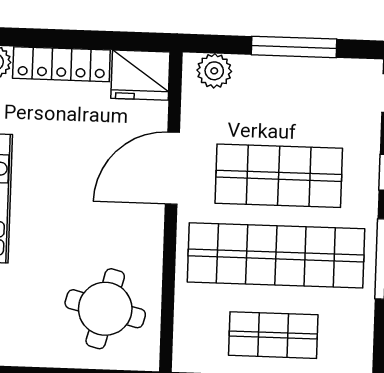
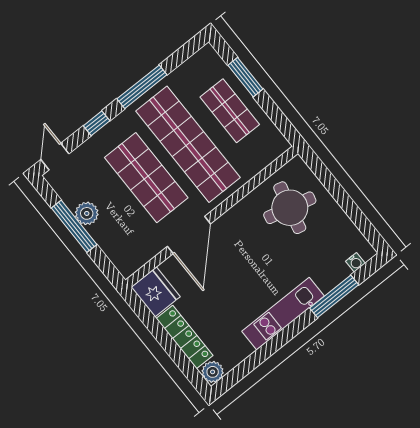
plant: (214, 71) -> (87, 213), moved
door: (172, 168) -> (189, 235), hinge flipped

